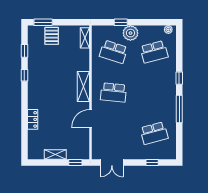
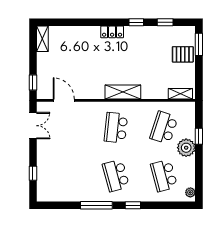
locker: (33, 119) -> (112, 32), moved
door: (90, 119) -> (64, 100), moved
school desk: (154, 133) -> (116, 176), moved
shelving: (55, 155) -> (42, 39), moved
double door: (112, 163) -> (33, 126), swing flipped

